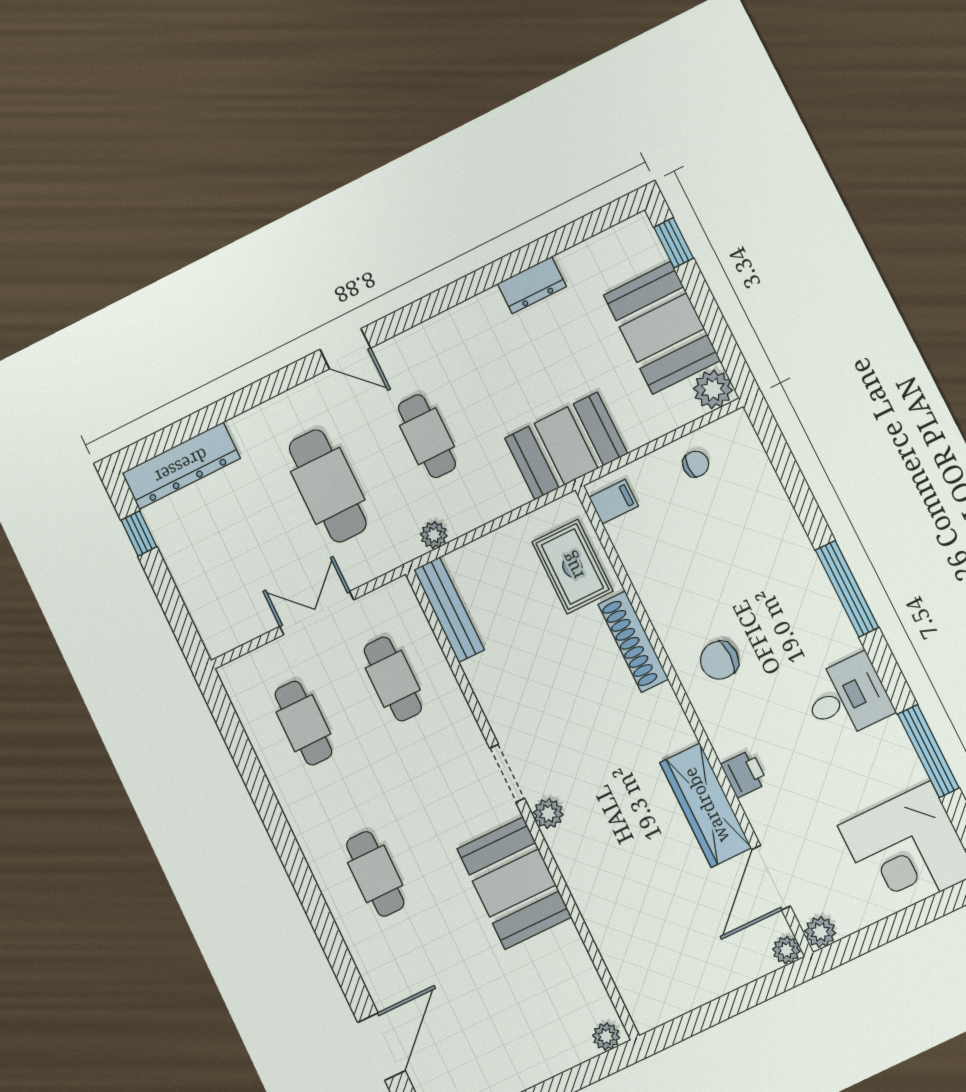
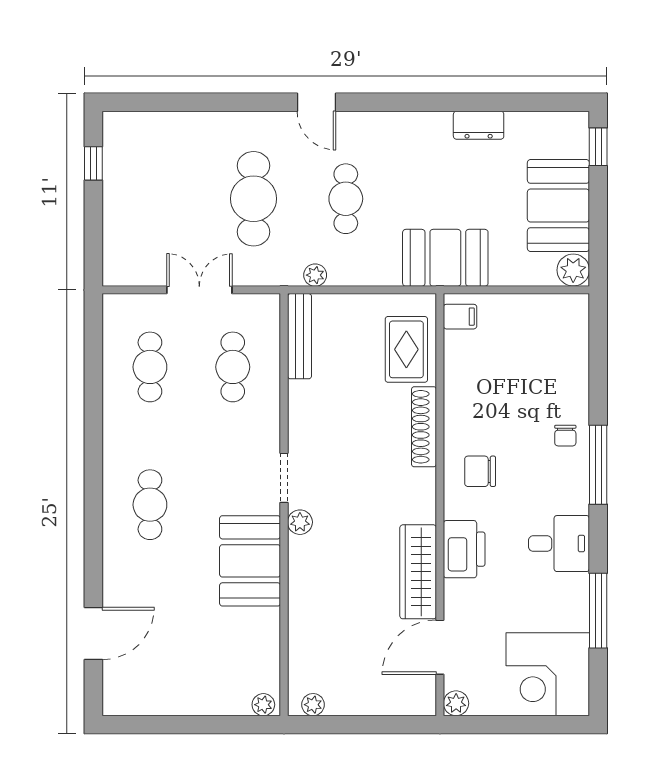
chair: (696, 464) -> (565, 436), moved, turned 90
dresser: (181, 466) -> (150, 128), removed
printer: (744, 774) -> (464, 549), width x1.87, depth x1.48
plant: (786, 950) -> (313, 705), moved

